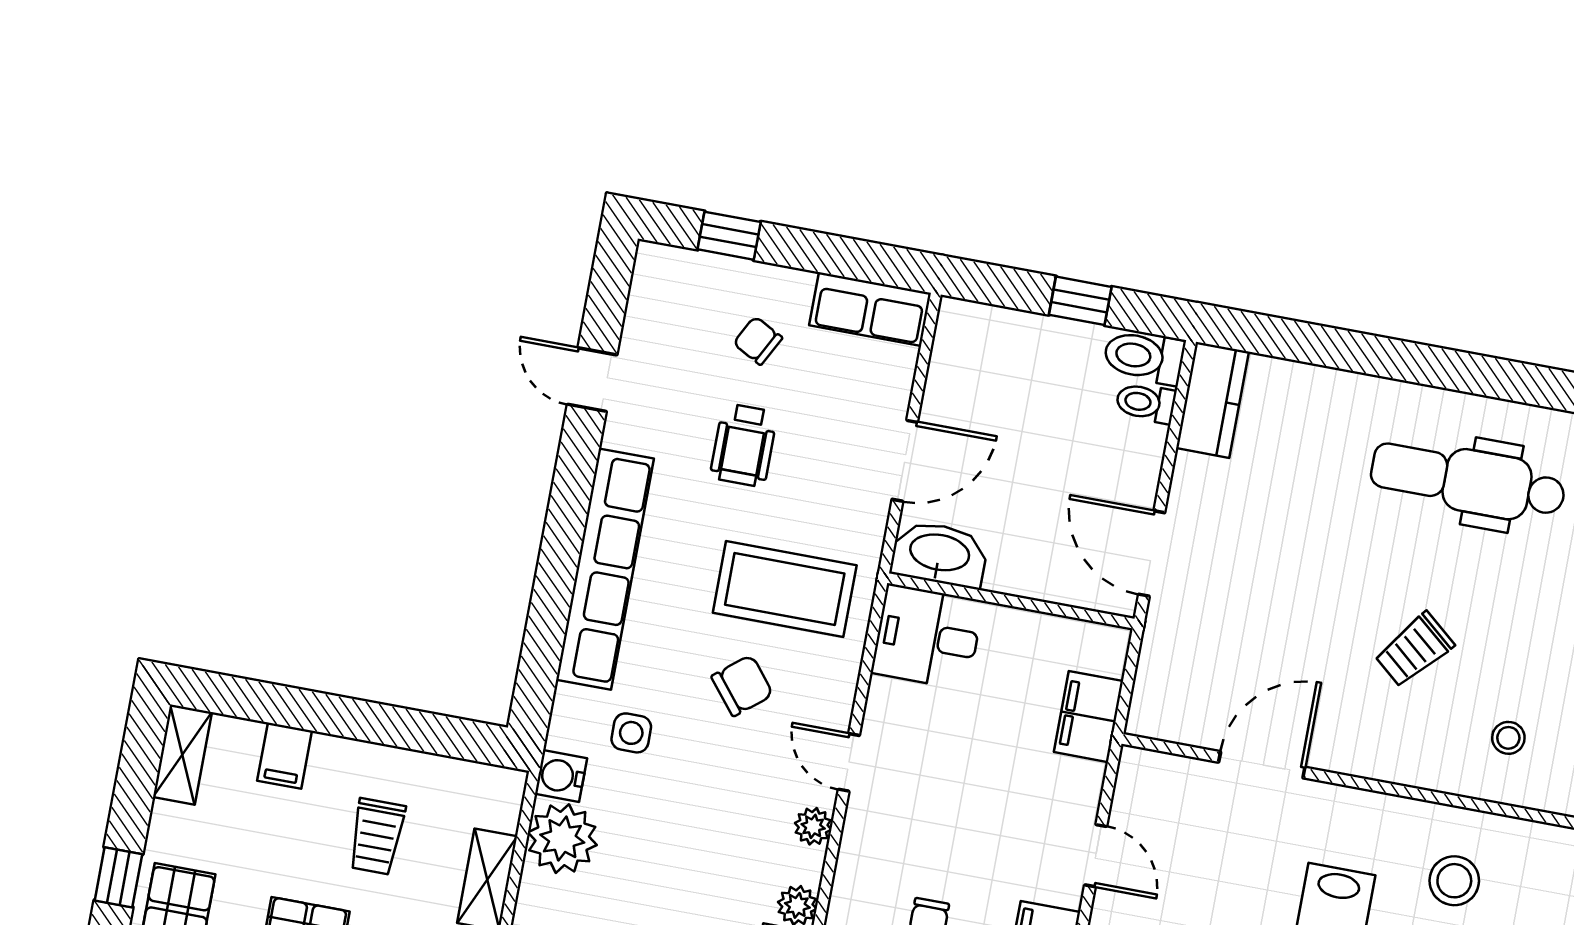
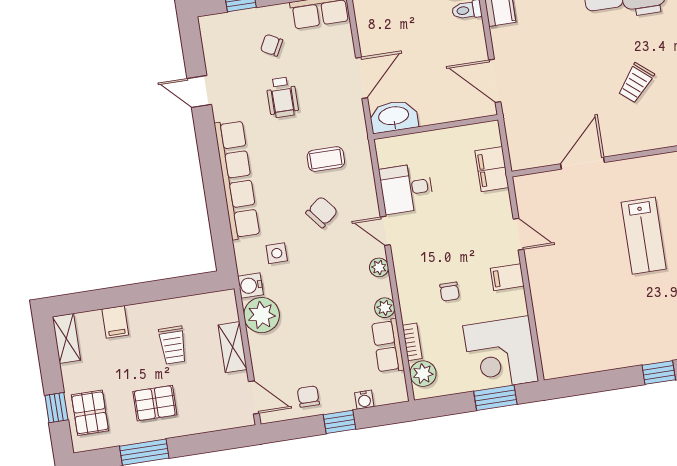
coffee table: (785, 589) -> (326, 159), width x0.54, depth x0.58
desk: (927, 637) -> (406, 188), moved

